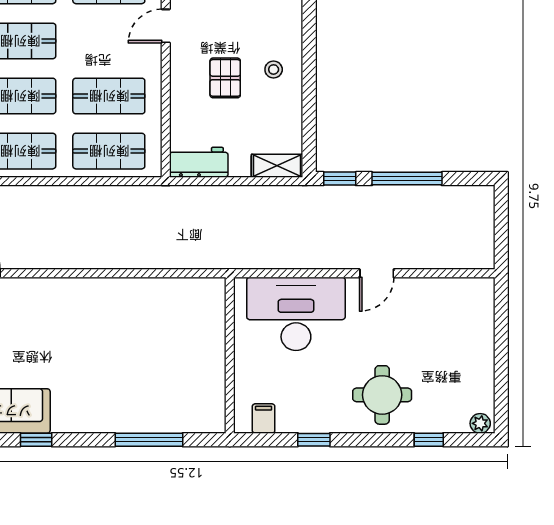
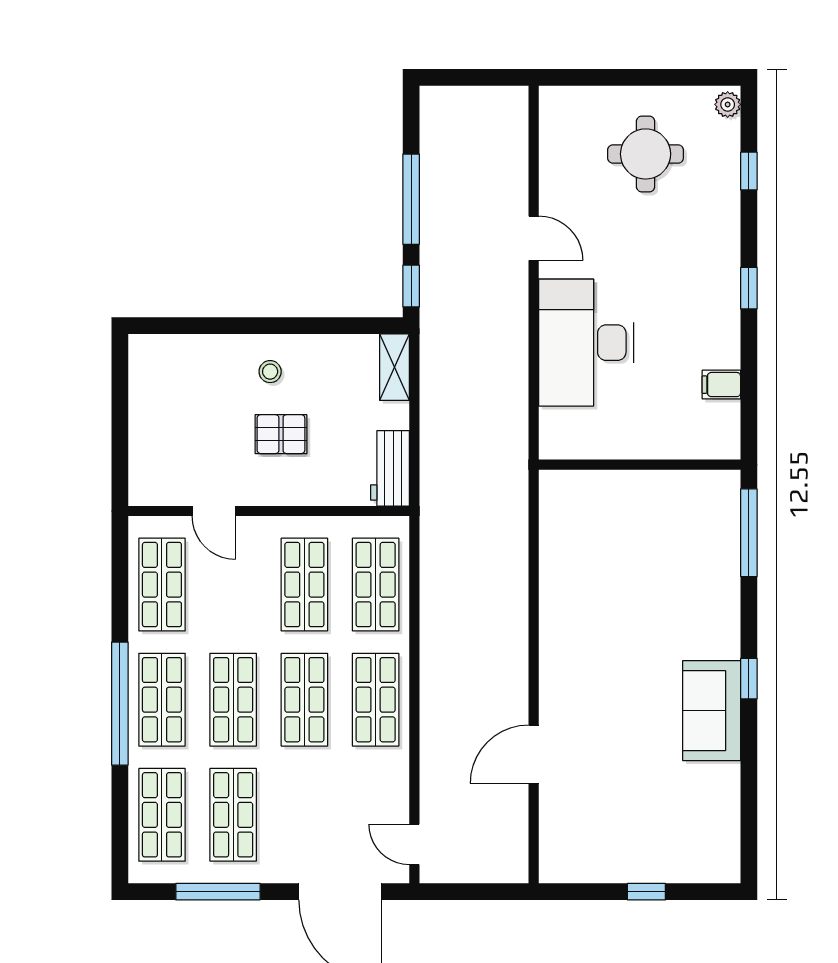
wall: (230, 355) -> (640, 465), moved
round table: (382, 395) -> (646, 154), moved
window: (314, 440) -> (749, 288), moved

